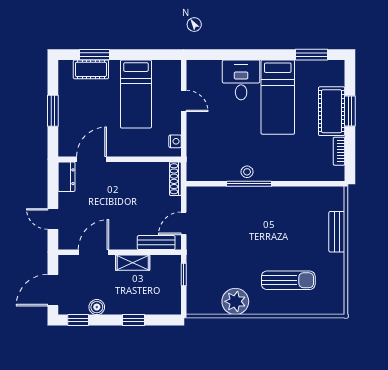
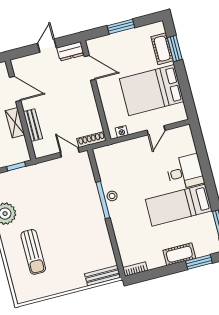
bed: (136, 94) -> (152, 90), width x1.50
cot: (332, 111) -> (179, 254), width x0.73, depth x0.75
window: (350, 111) -> (199, 262), moved
bookcase: (339, 151) -> (135, 269), moved
door: (53, 219) -> (47, 46), moved
door: (184, 223) -> (70, 152), moved
bench: (337, 232) -> (103, 276), moved
bench: (156, 243) -> (33, 125), moved

